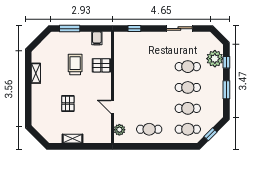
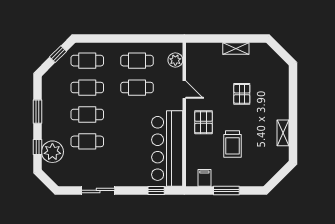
window: (70, 29) -> (226, 190), moved
bar counter: (126, 61) -> (167, 148), added
pallet: (101, 65) -> (204, 122), moved, turned 90
cafe table: (149, 108) -> (137, 88), added

